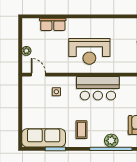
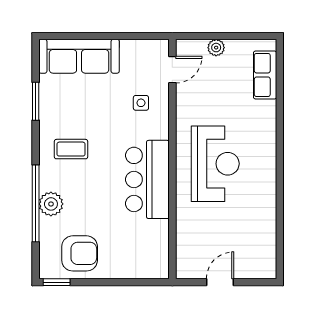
row of seats: (53, 24) -> (265, 75), moved
reception desk: (89, 51) -> (215, 164), turned 180
sofa: (44, 138) -> (79, 56), moved, turned 90

